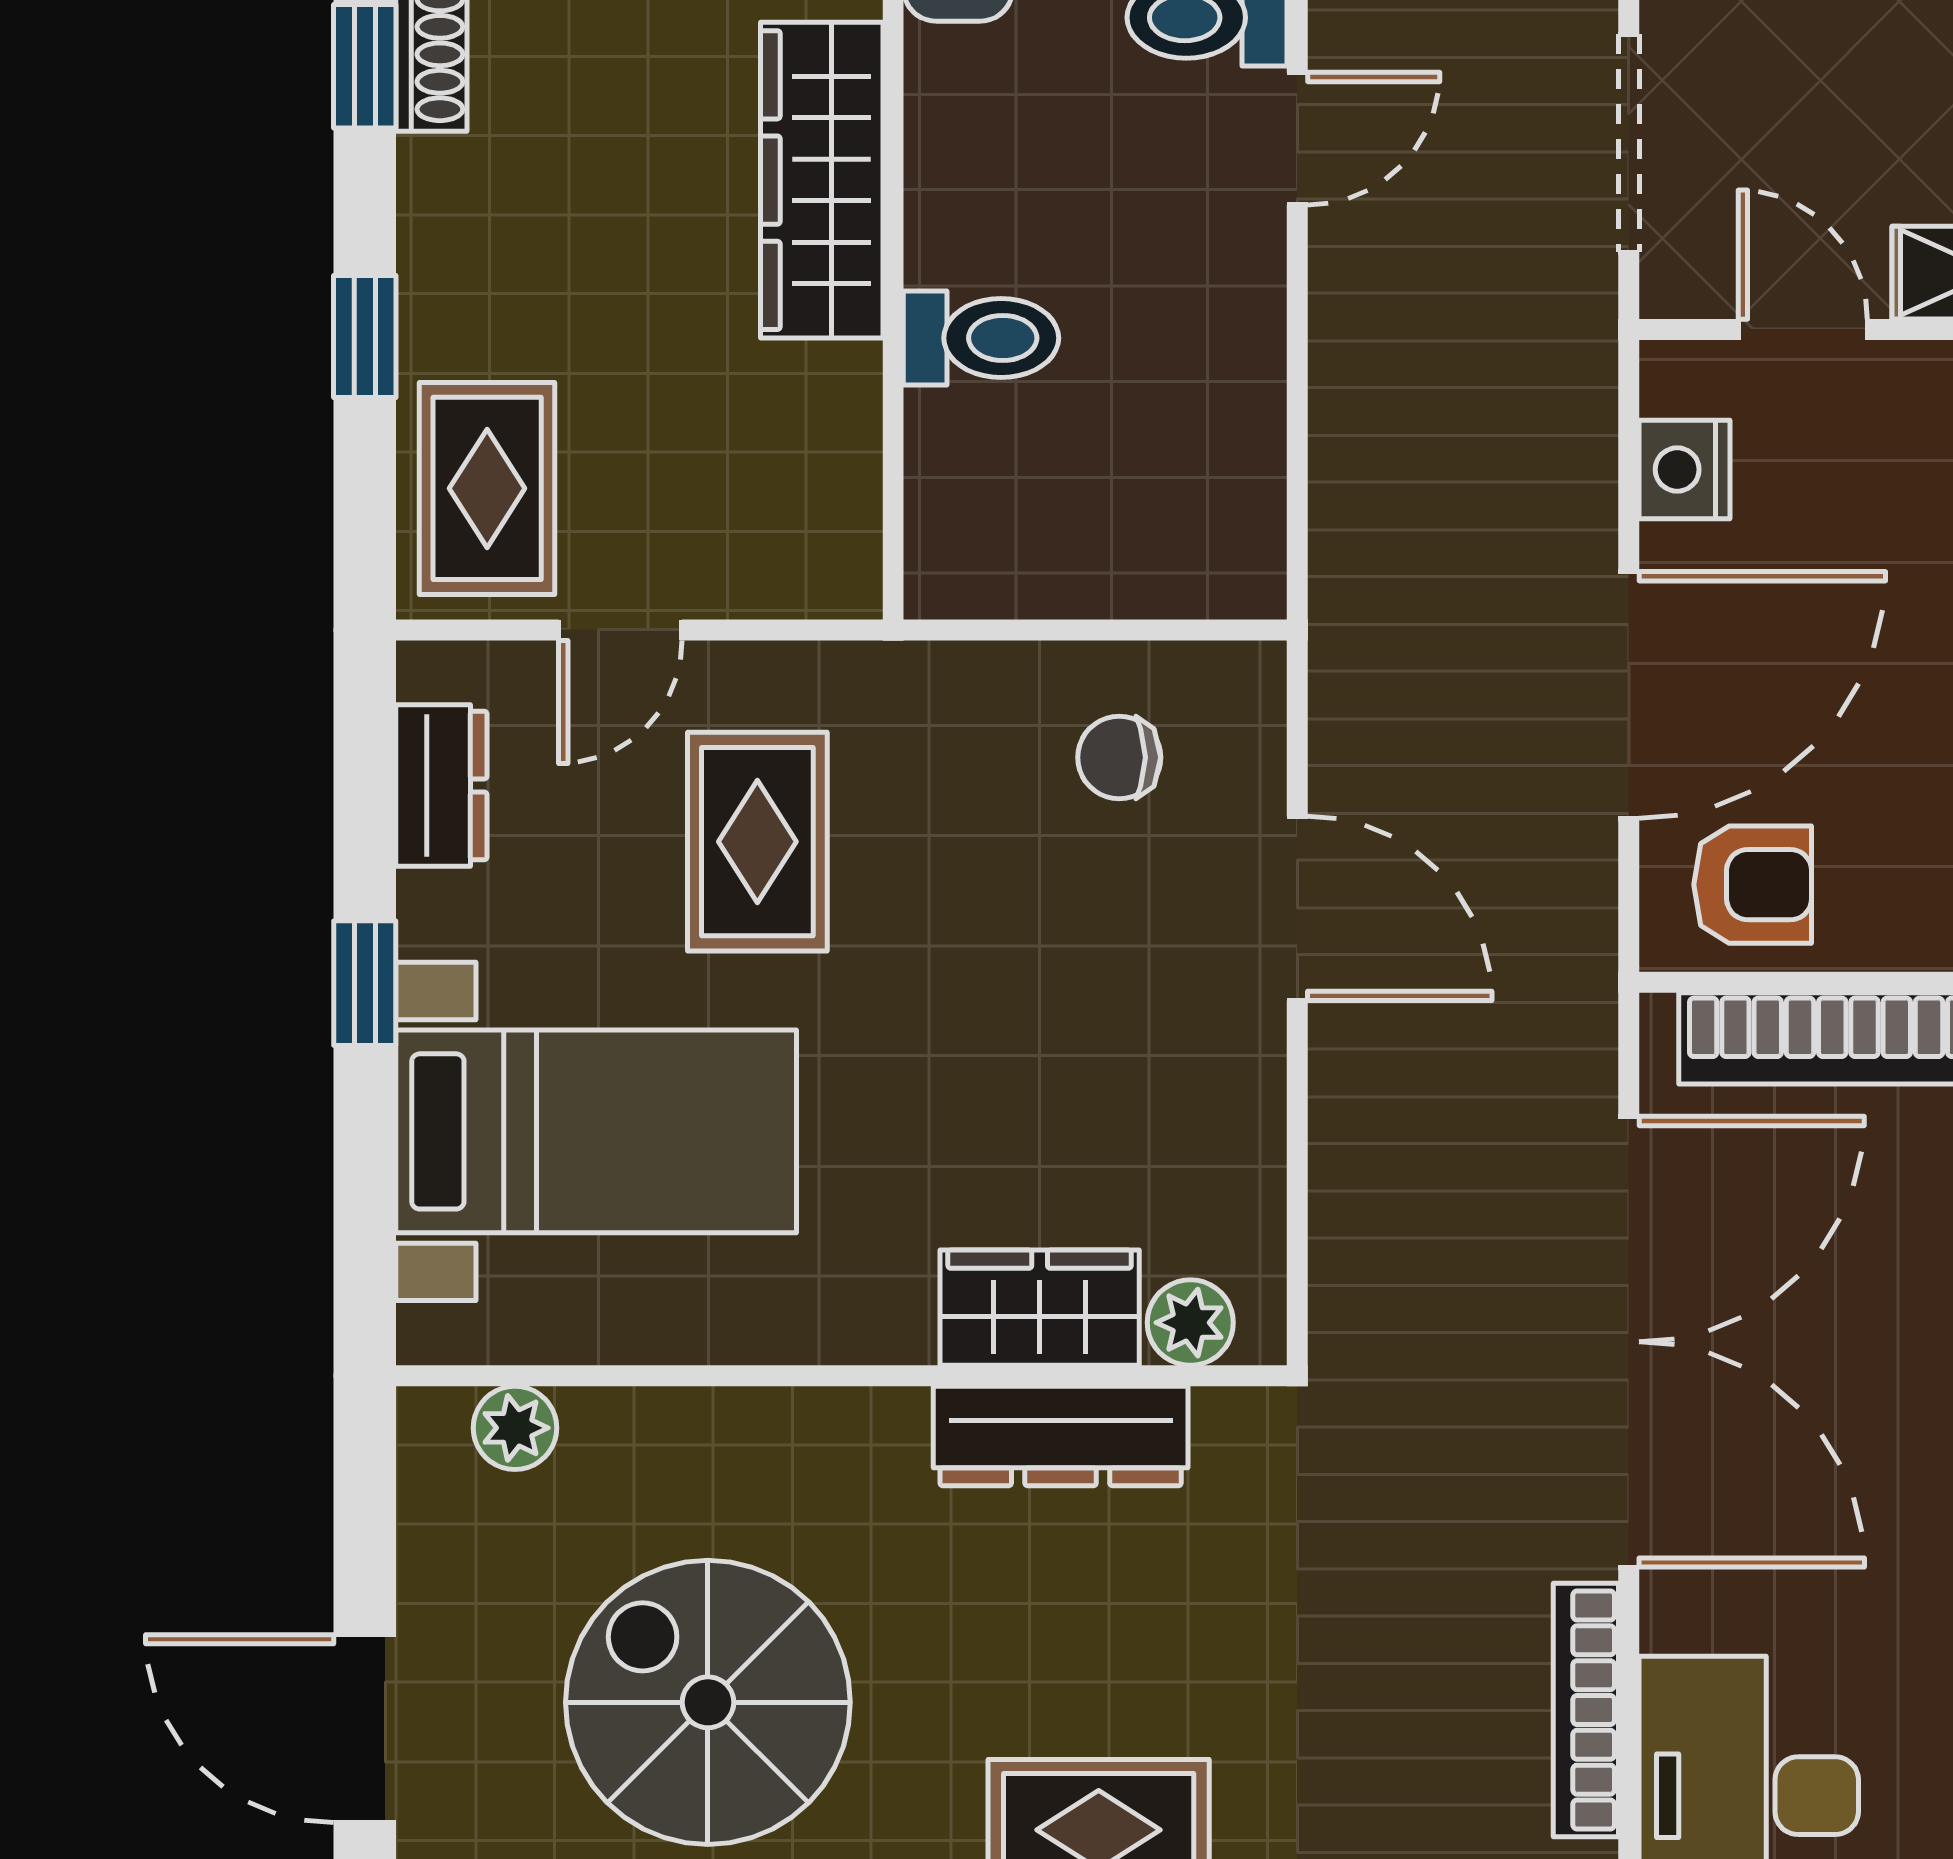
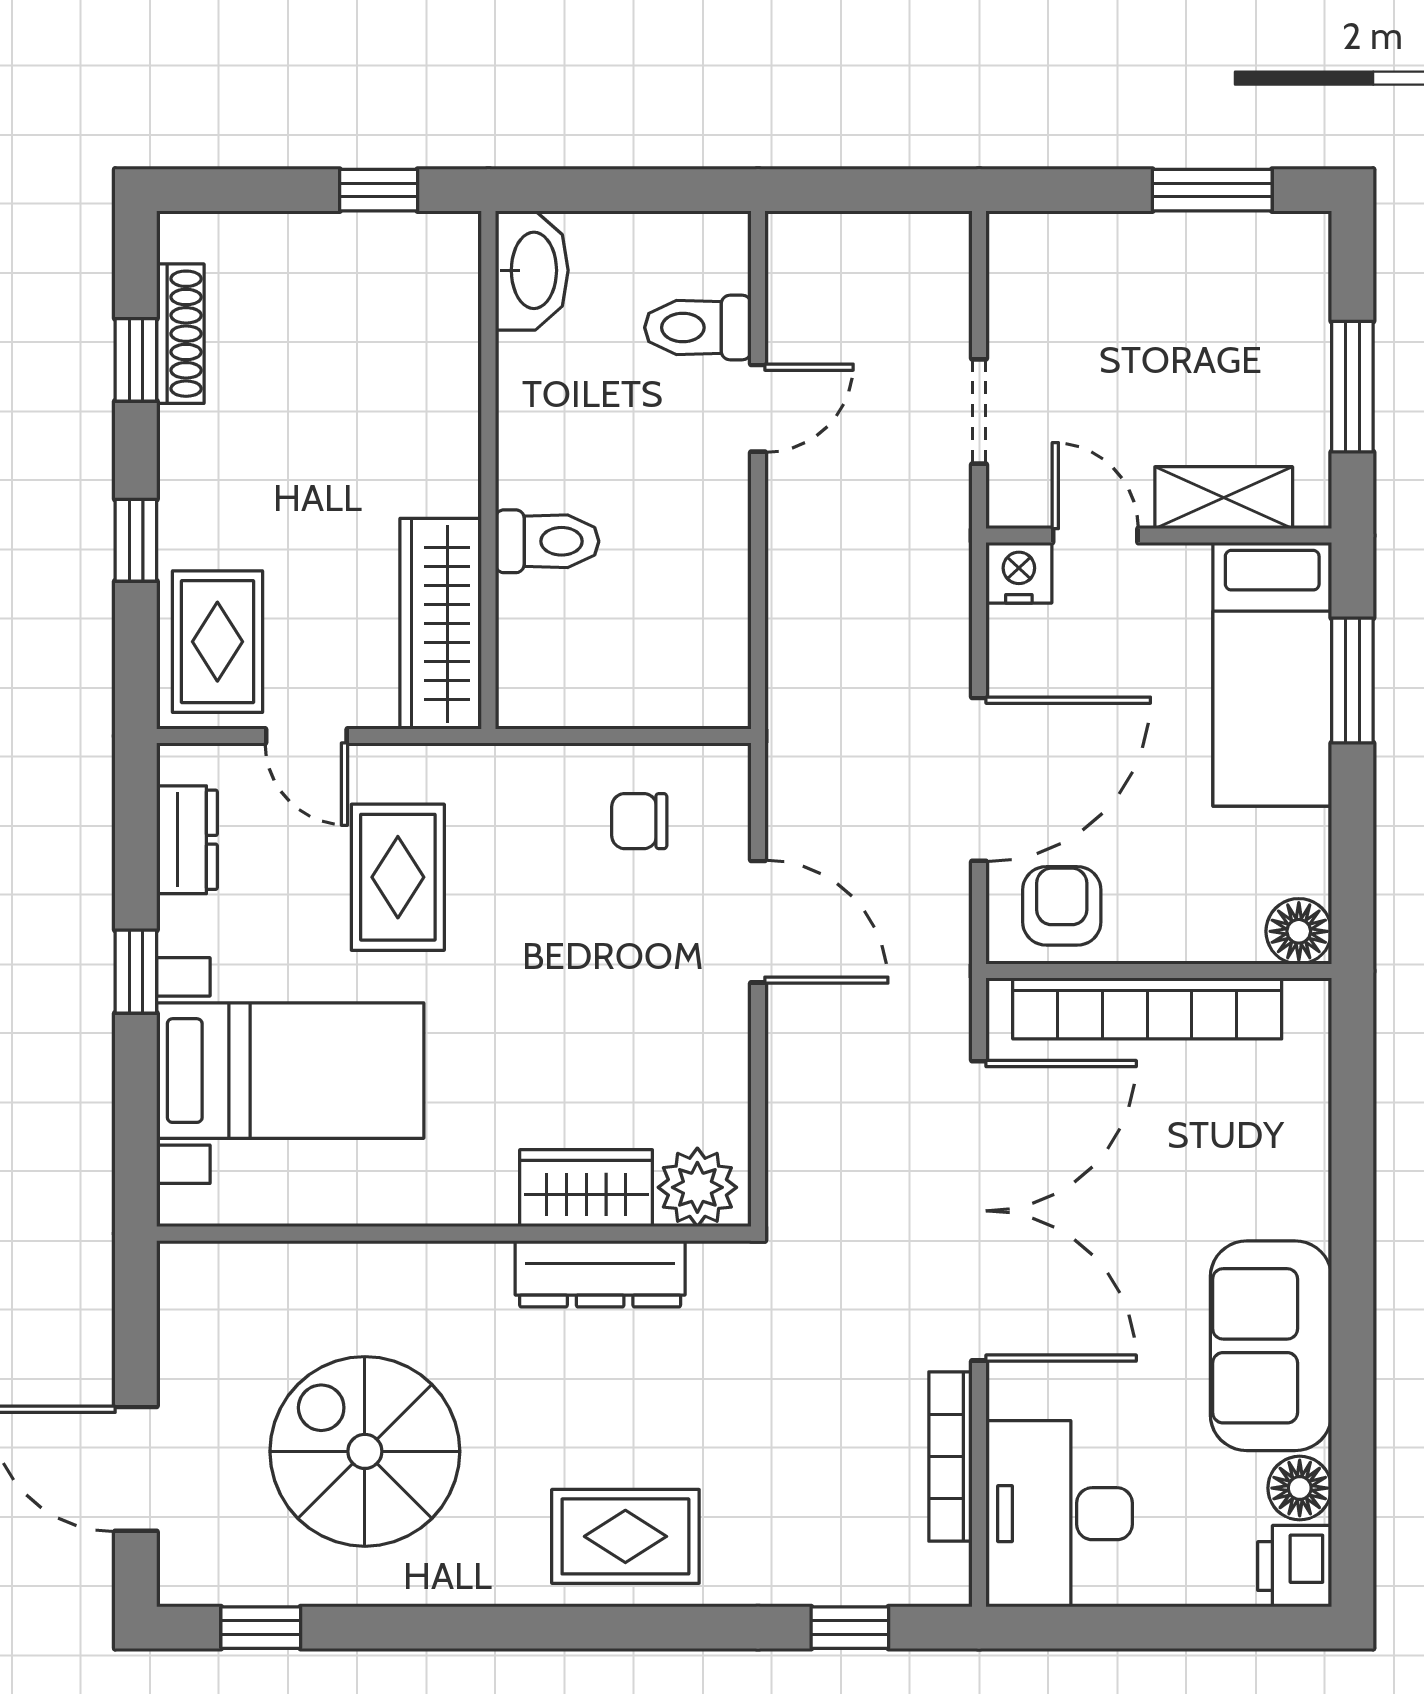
doorway: (1629, 143) -> (979, 411), width x0.73
wardrobe: (822, 180) -> (441, 624), moved
nightstand: (1684, 470) -> (1019, 573), moved, turned 90
door: (620, 630) -> (306, 736), hinge flipped
armchair: (1753, 885) -> (1062, 906), turned -90
plant: (1190, 1323) -> (697, 1187), width x1.38, depth x1.38
plant: (515, 1428) -> (236, 1268), removed

